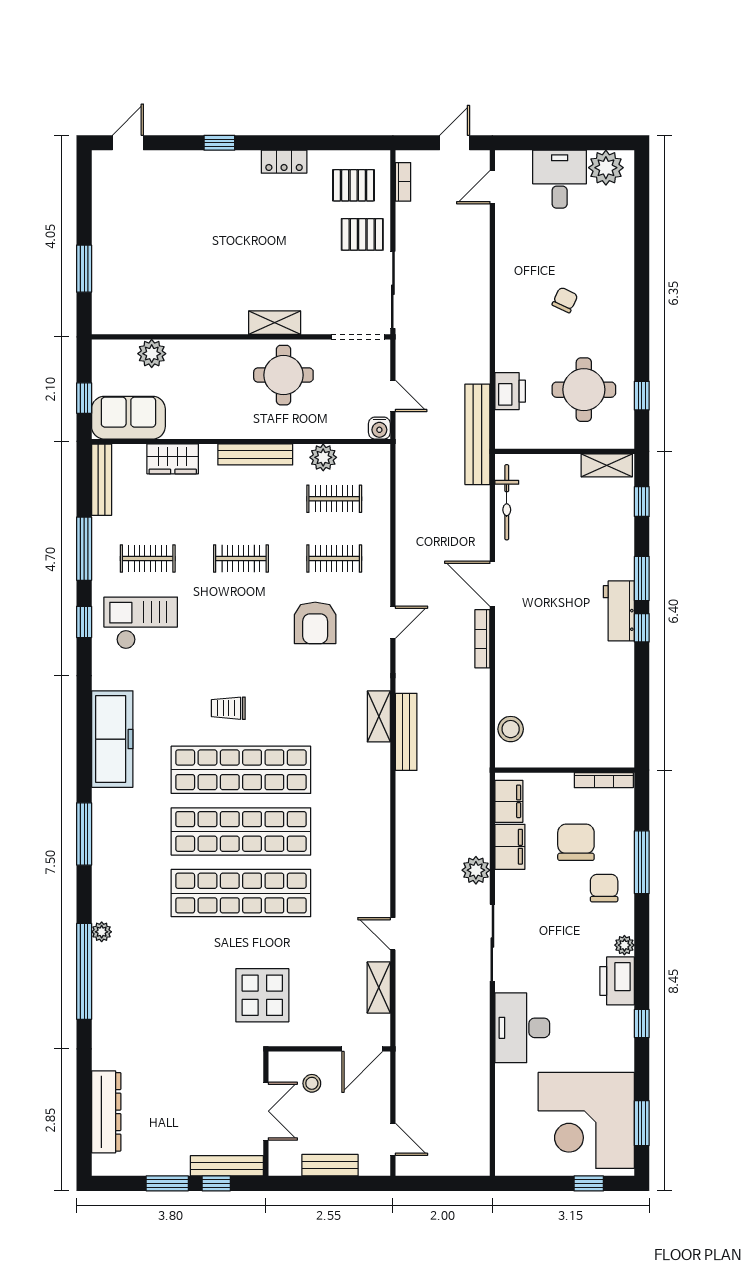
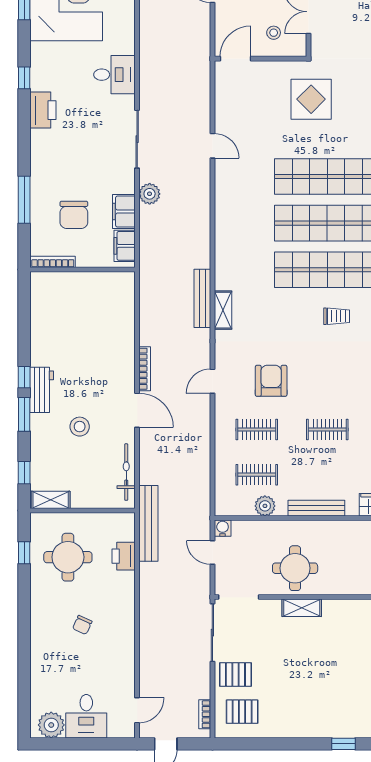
locker: (284, 162) -> (295, 730), removed
stool: (511, 729) -> (80, 427), moved
chair: (604, 888) -> (53, 180), removed
plant: (624, 945) -> (37, 137), removed
shelving: (379, 988) -> (223, 105), removed
desk: (522, 1028) -> (114, 75), width x0.73

